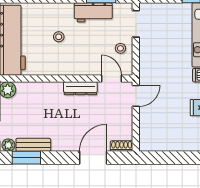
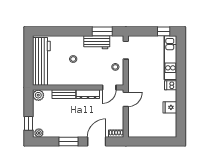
door: (111, 79) -> (109, 88), swing flipped
bench: (33, 145) -> (64, 94), moved
window: (26, 158) -> (68, 141), moved

